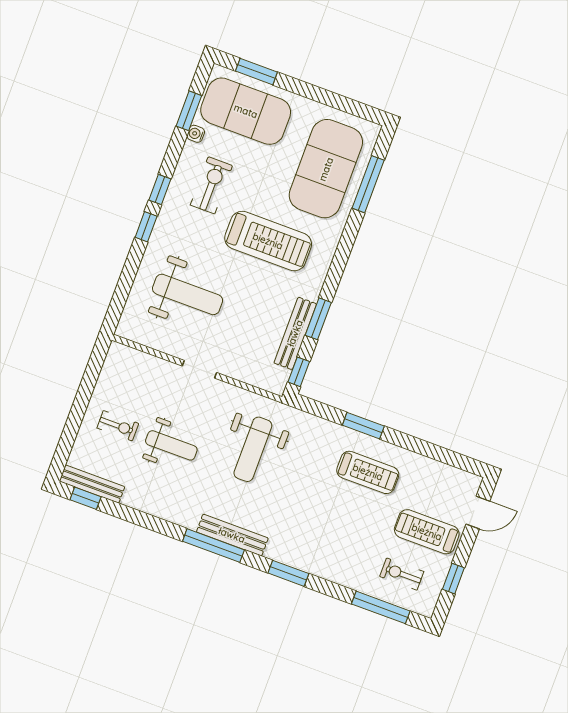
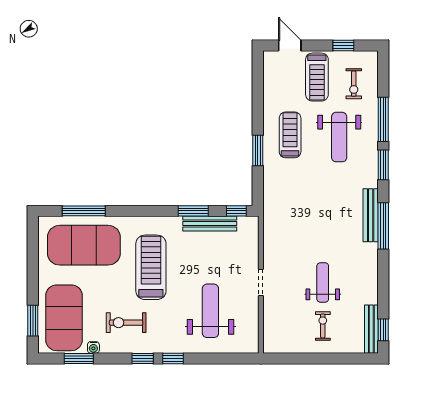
weight bench: (253, 449) -> (339, 137), moved, turned 90
window: (381, 607) -> (383, 119), moved

